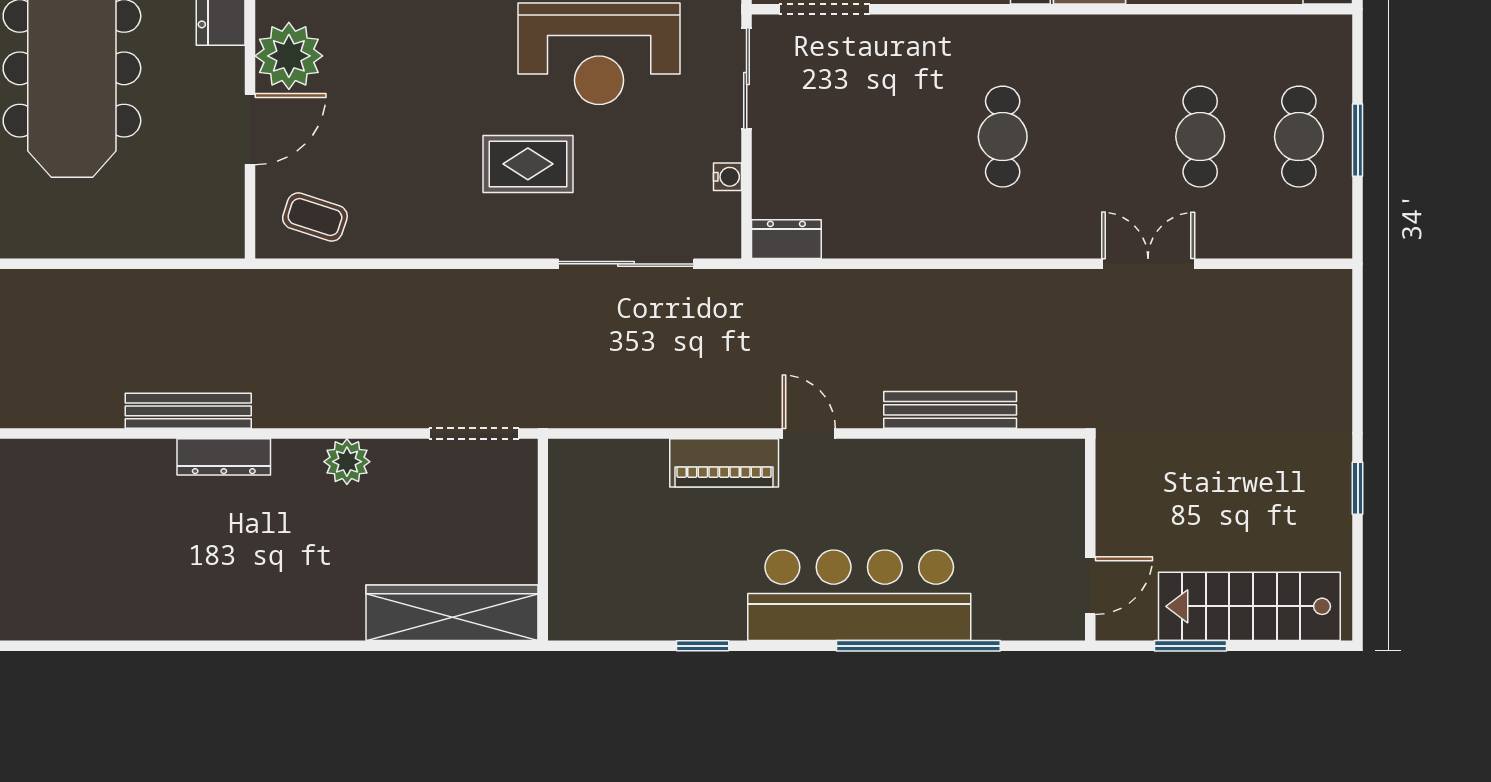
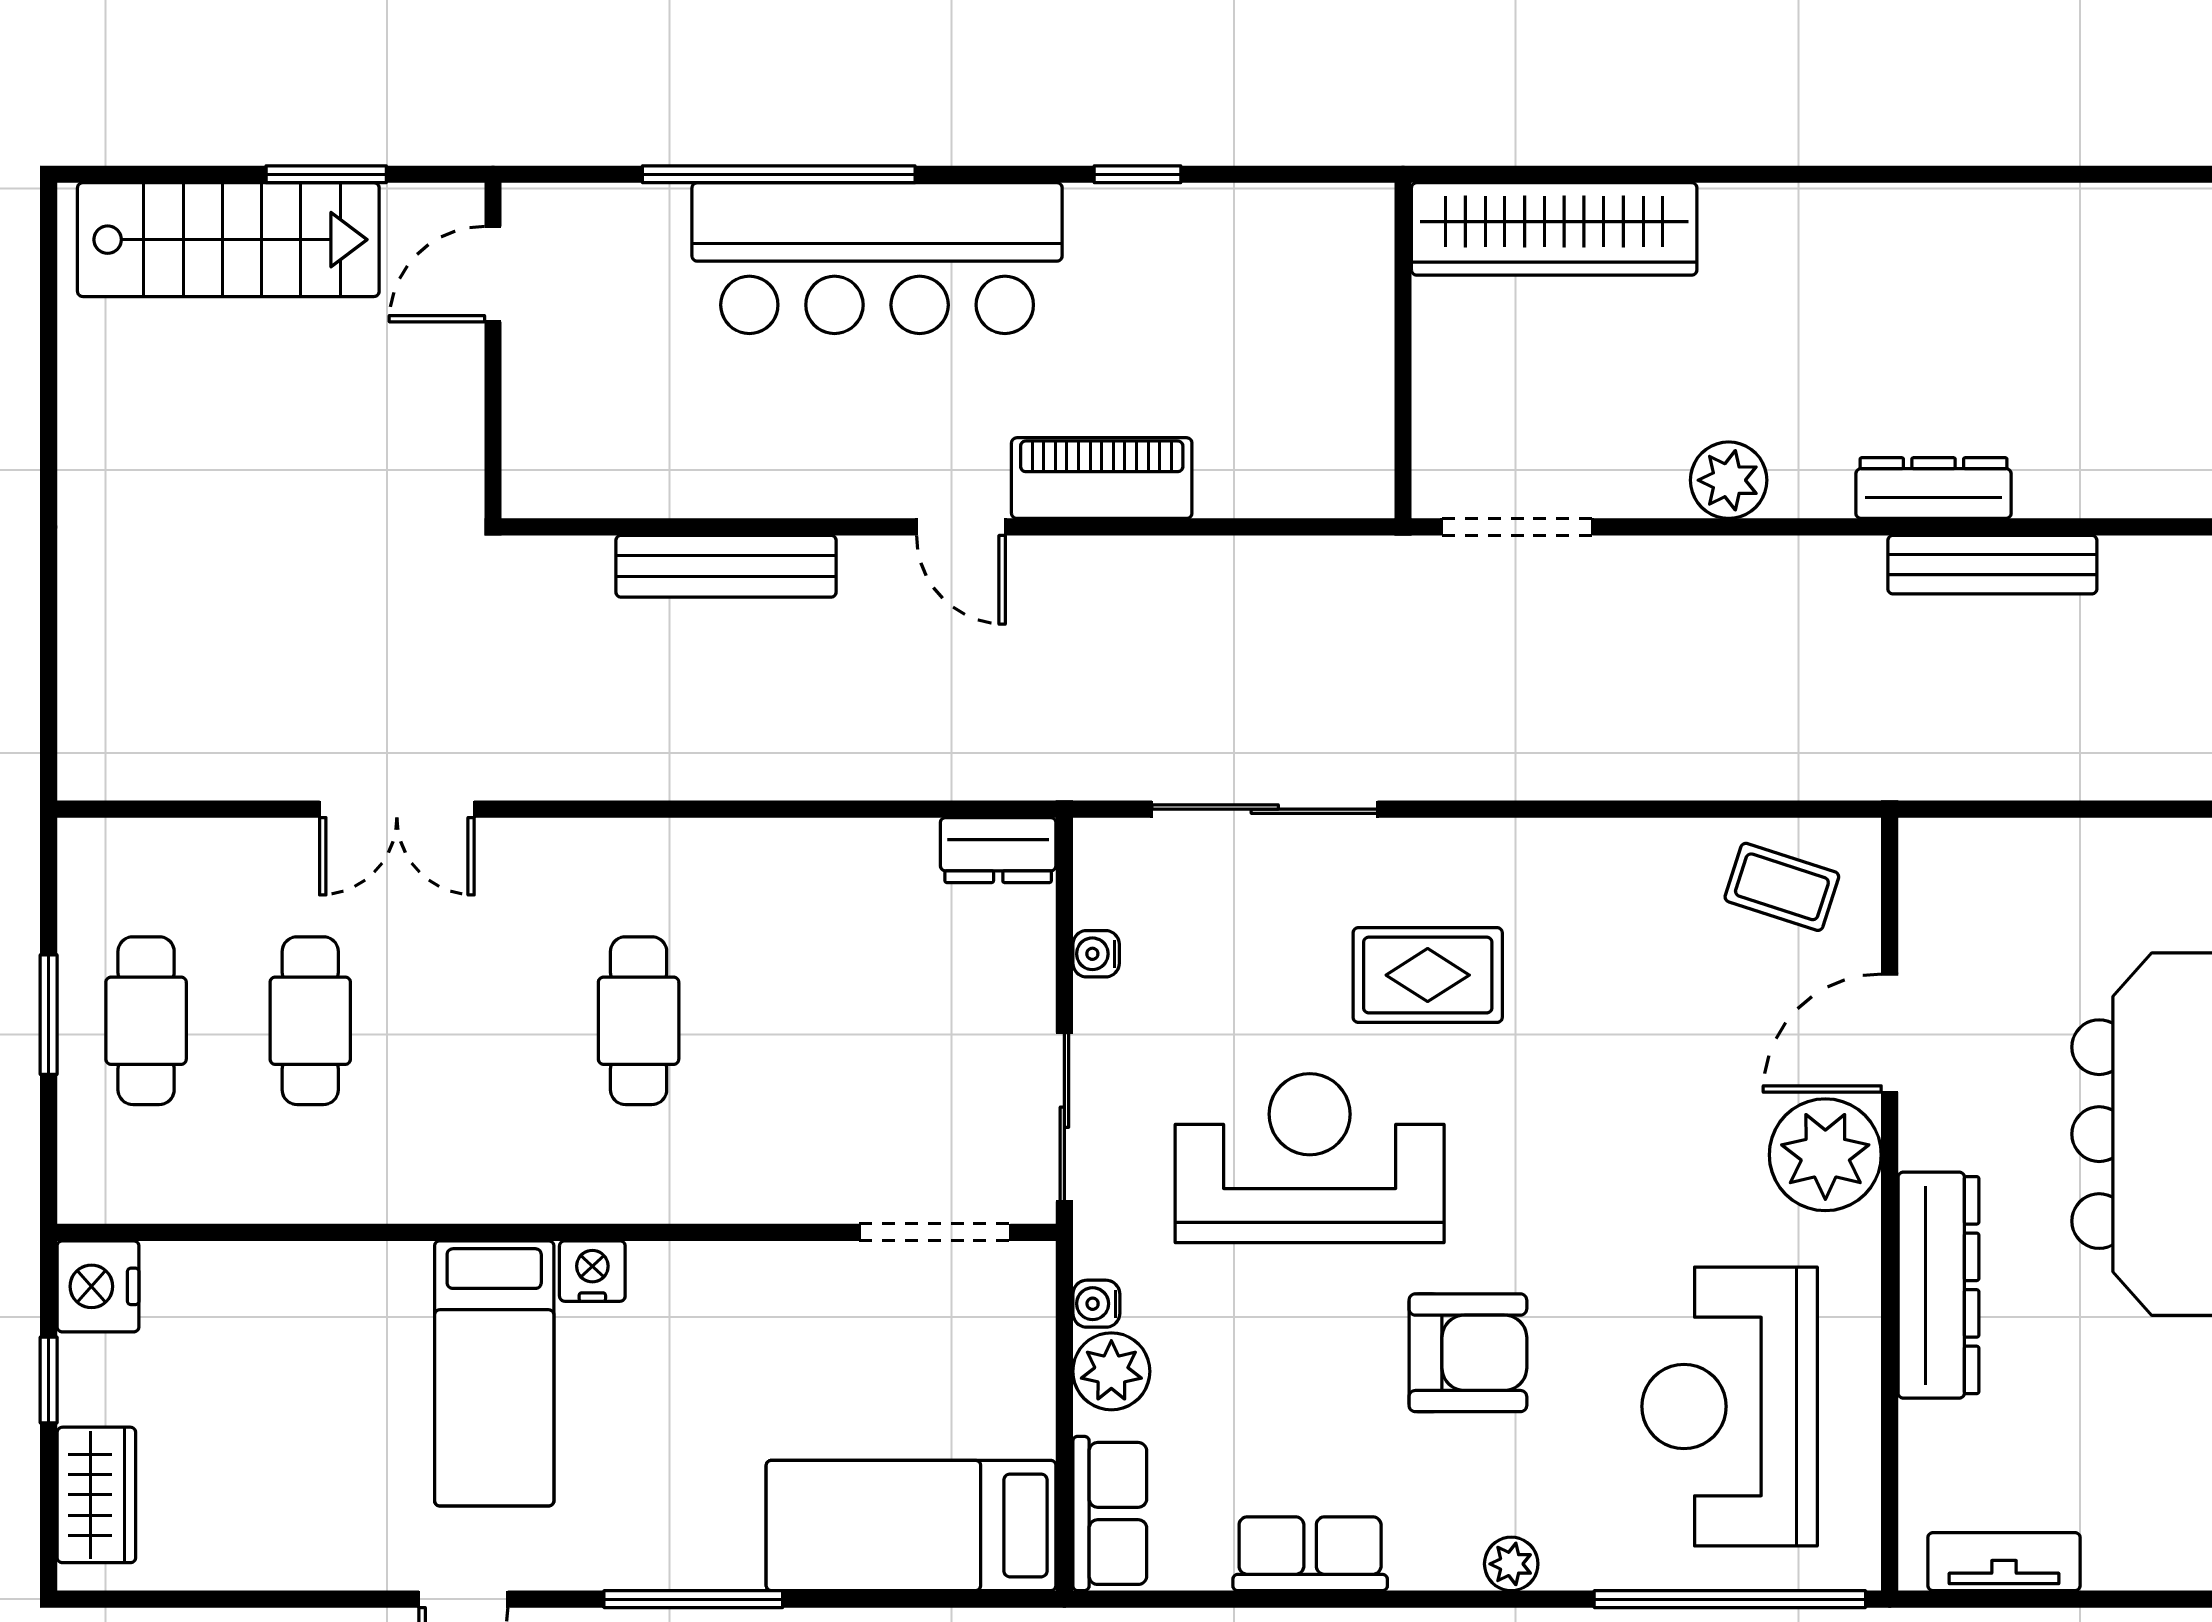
window: (1358, 488) -> (49, 436), removed

